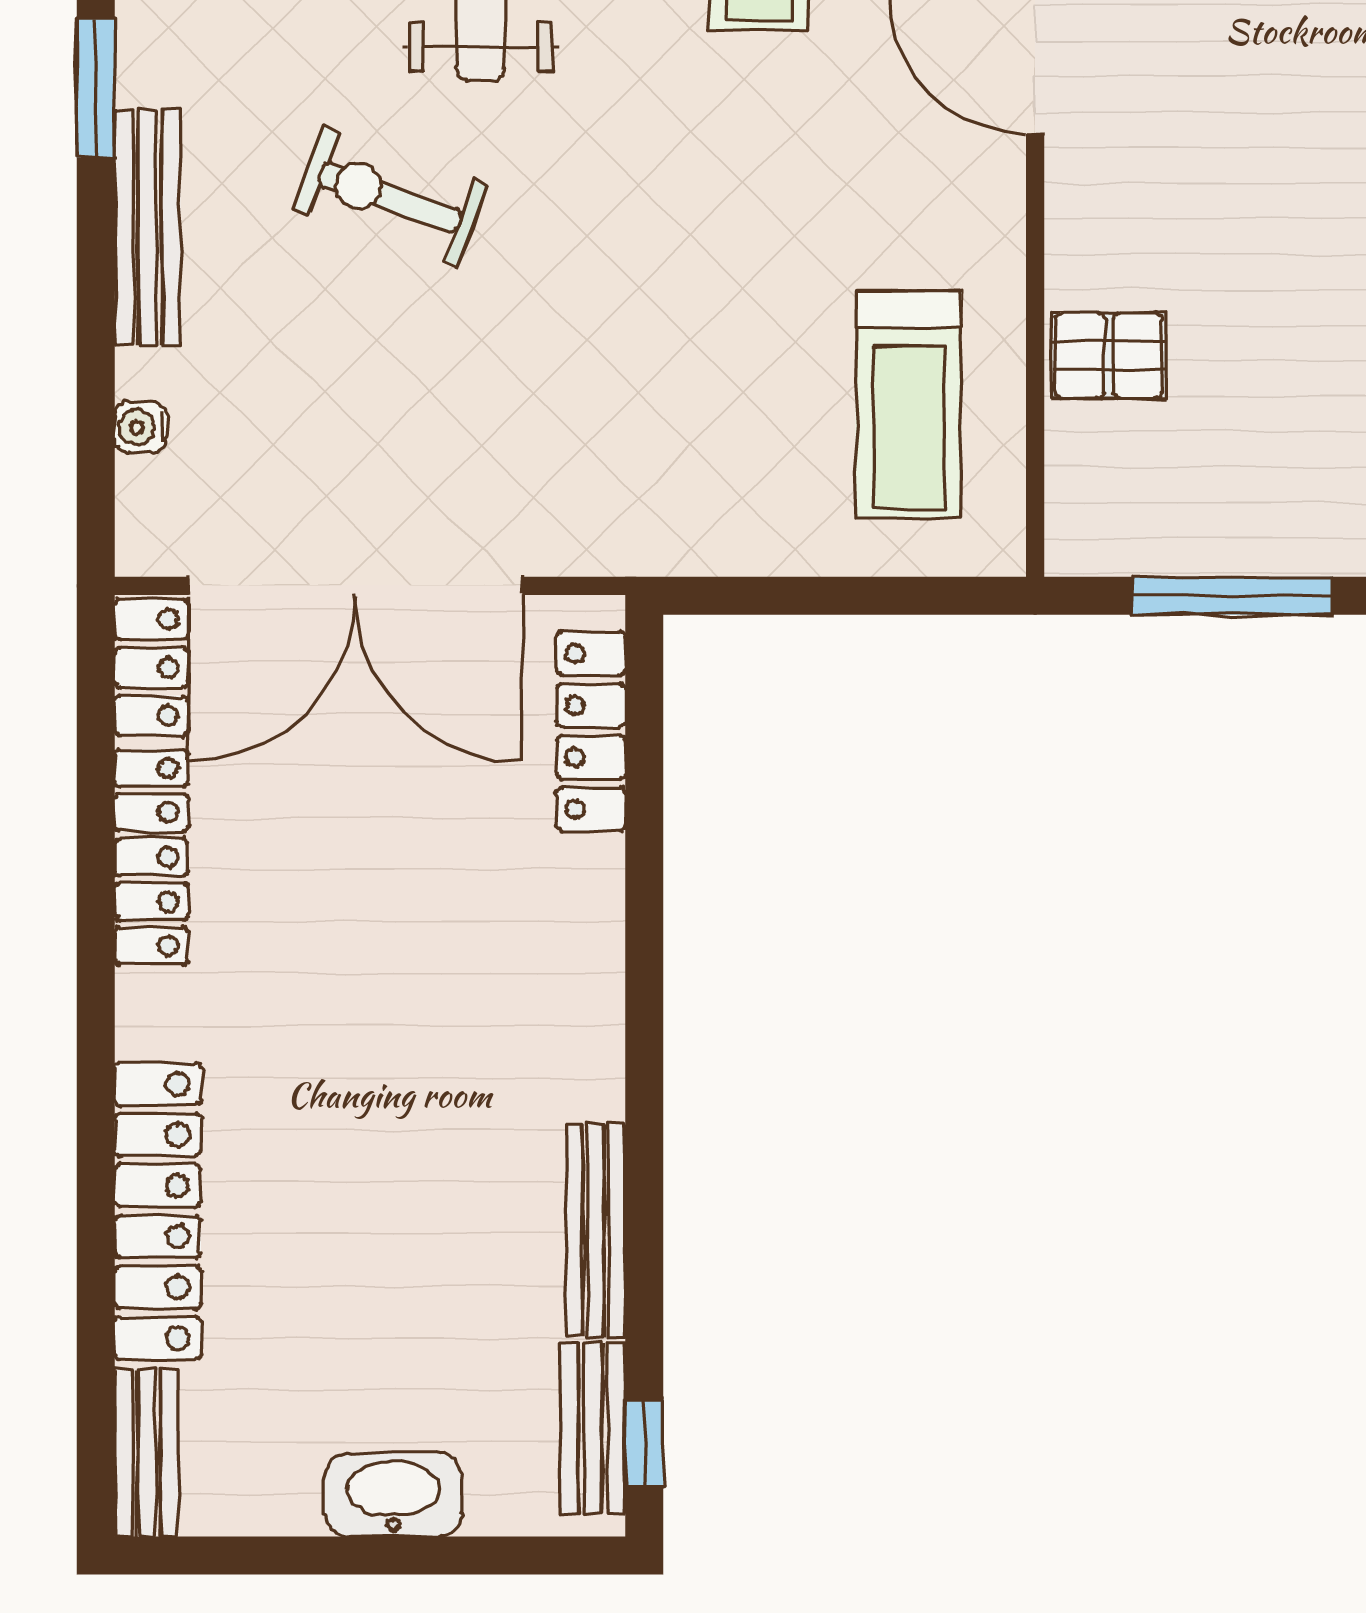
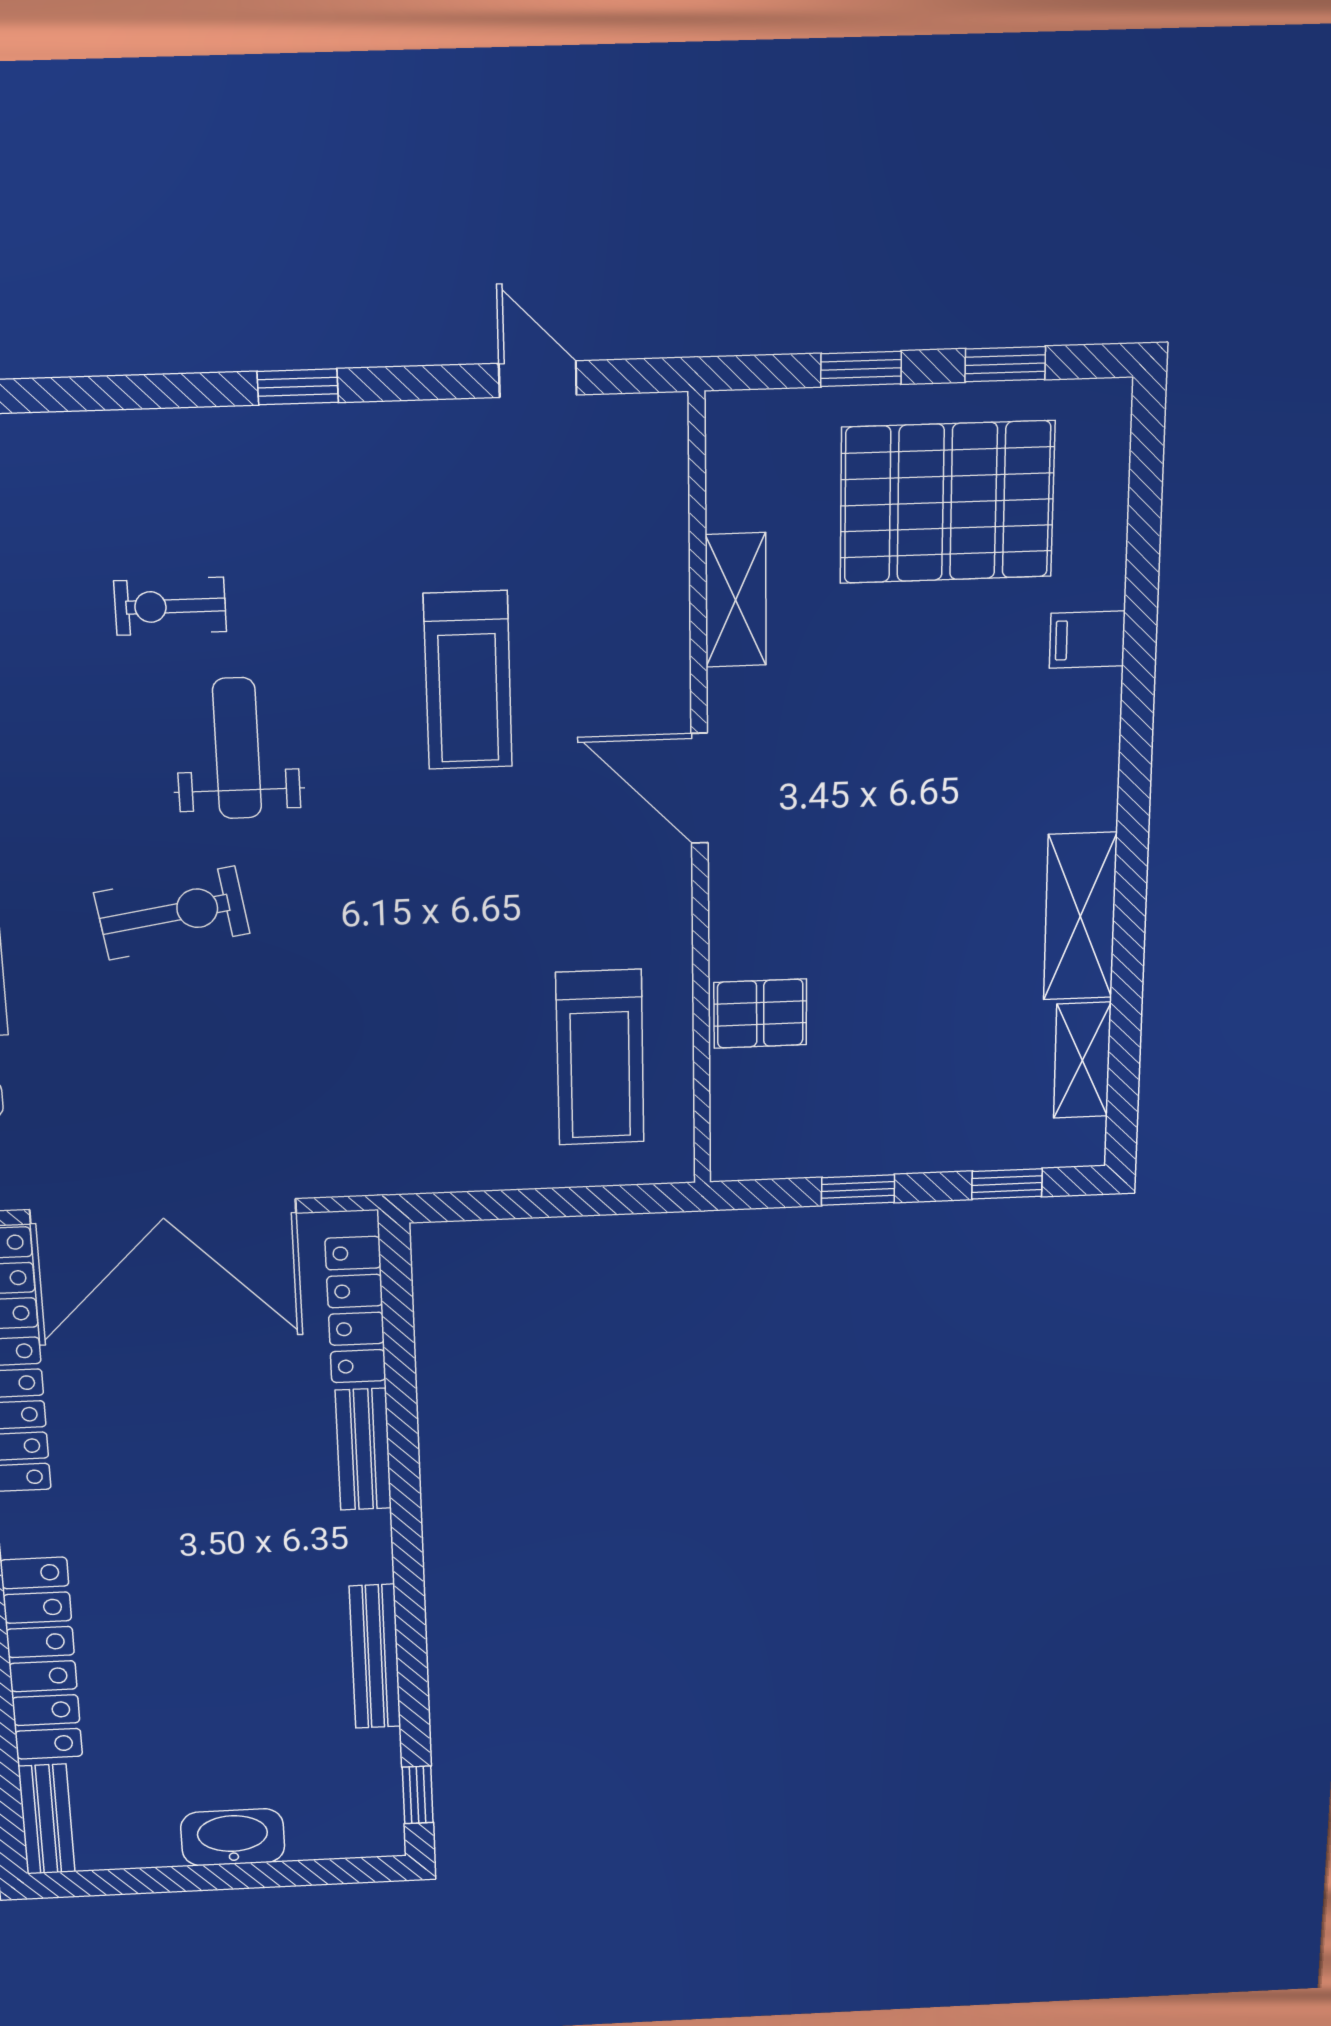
exercise bike: (390, 197) -> (172, 913), turned 151
window: (1232, 596) -> (858, 1190), width x0.46
bench: (593, 1428) -> (363, 1449), moved

